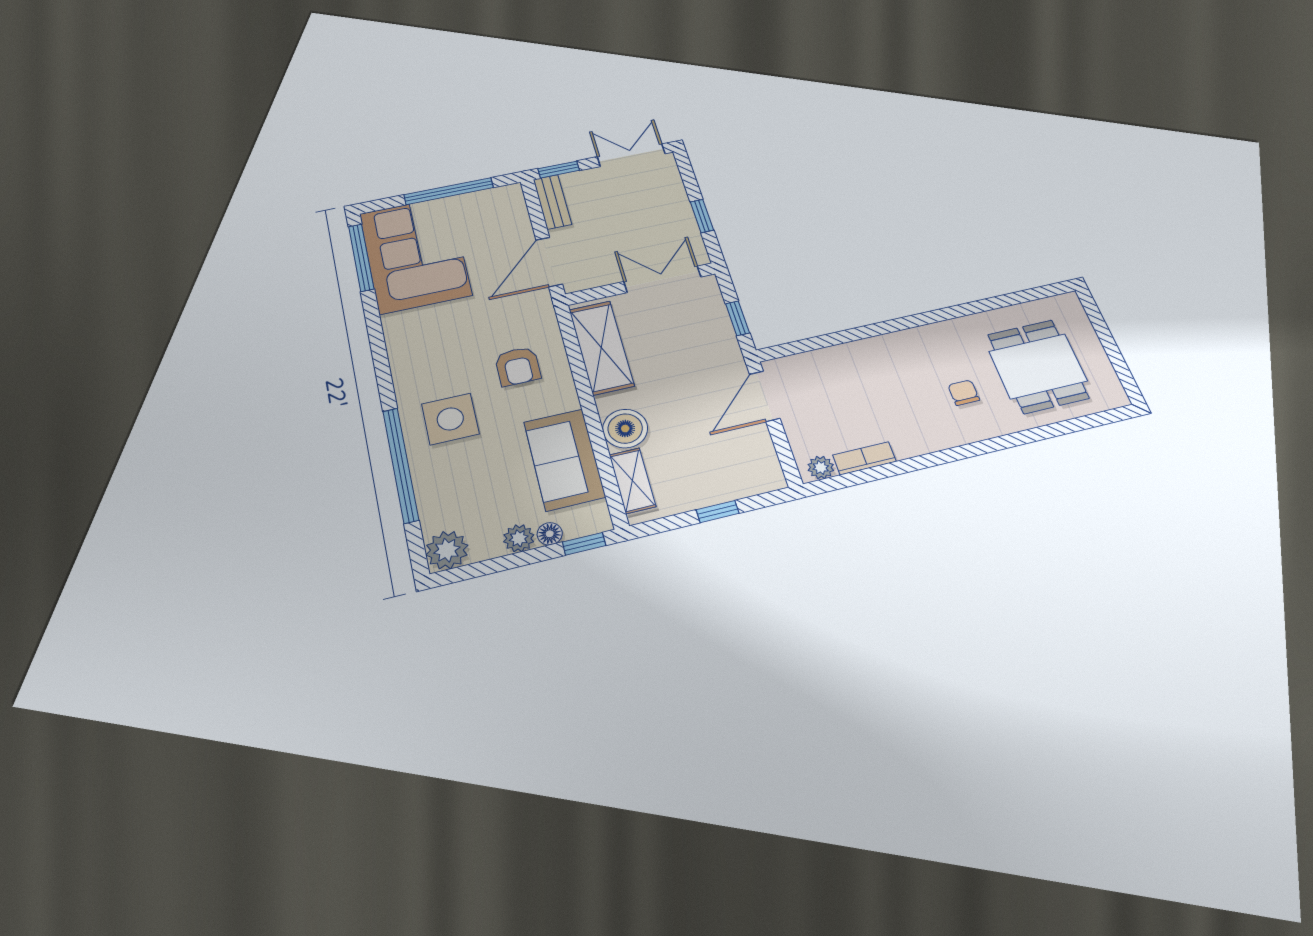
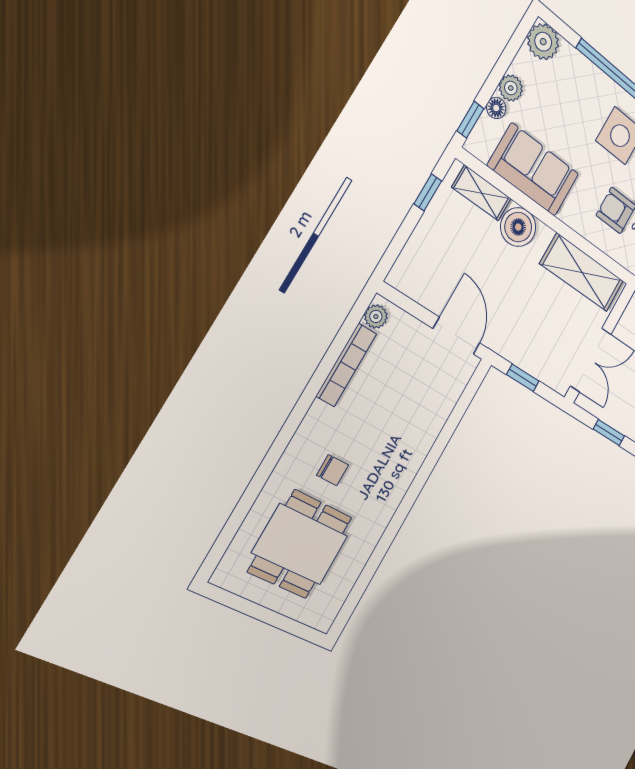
dining table: (1038, 366) -> (300, 544), turned 90
bookcase: (865, 458) -> (346, 365), width x1.56
window: (718, 511) -> (428, 192), moved

